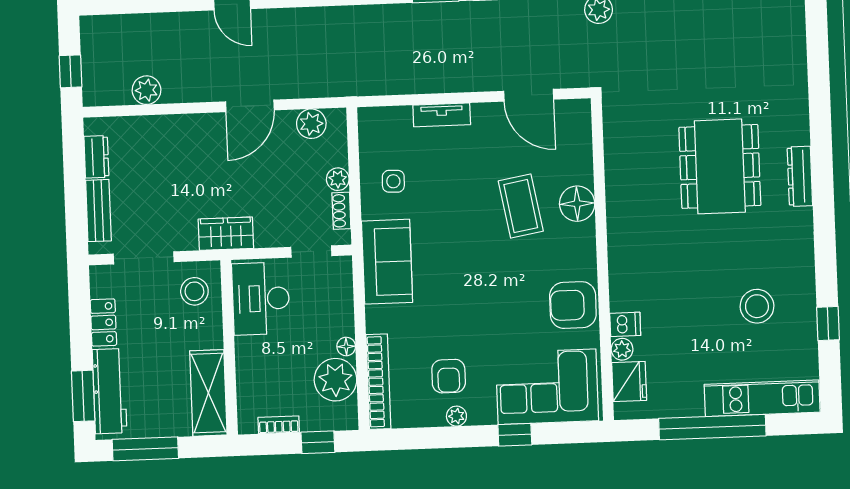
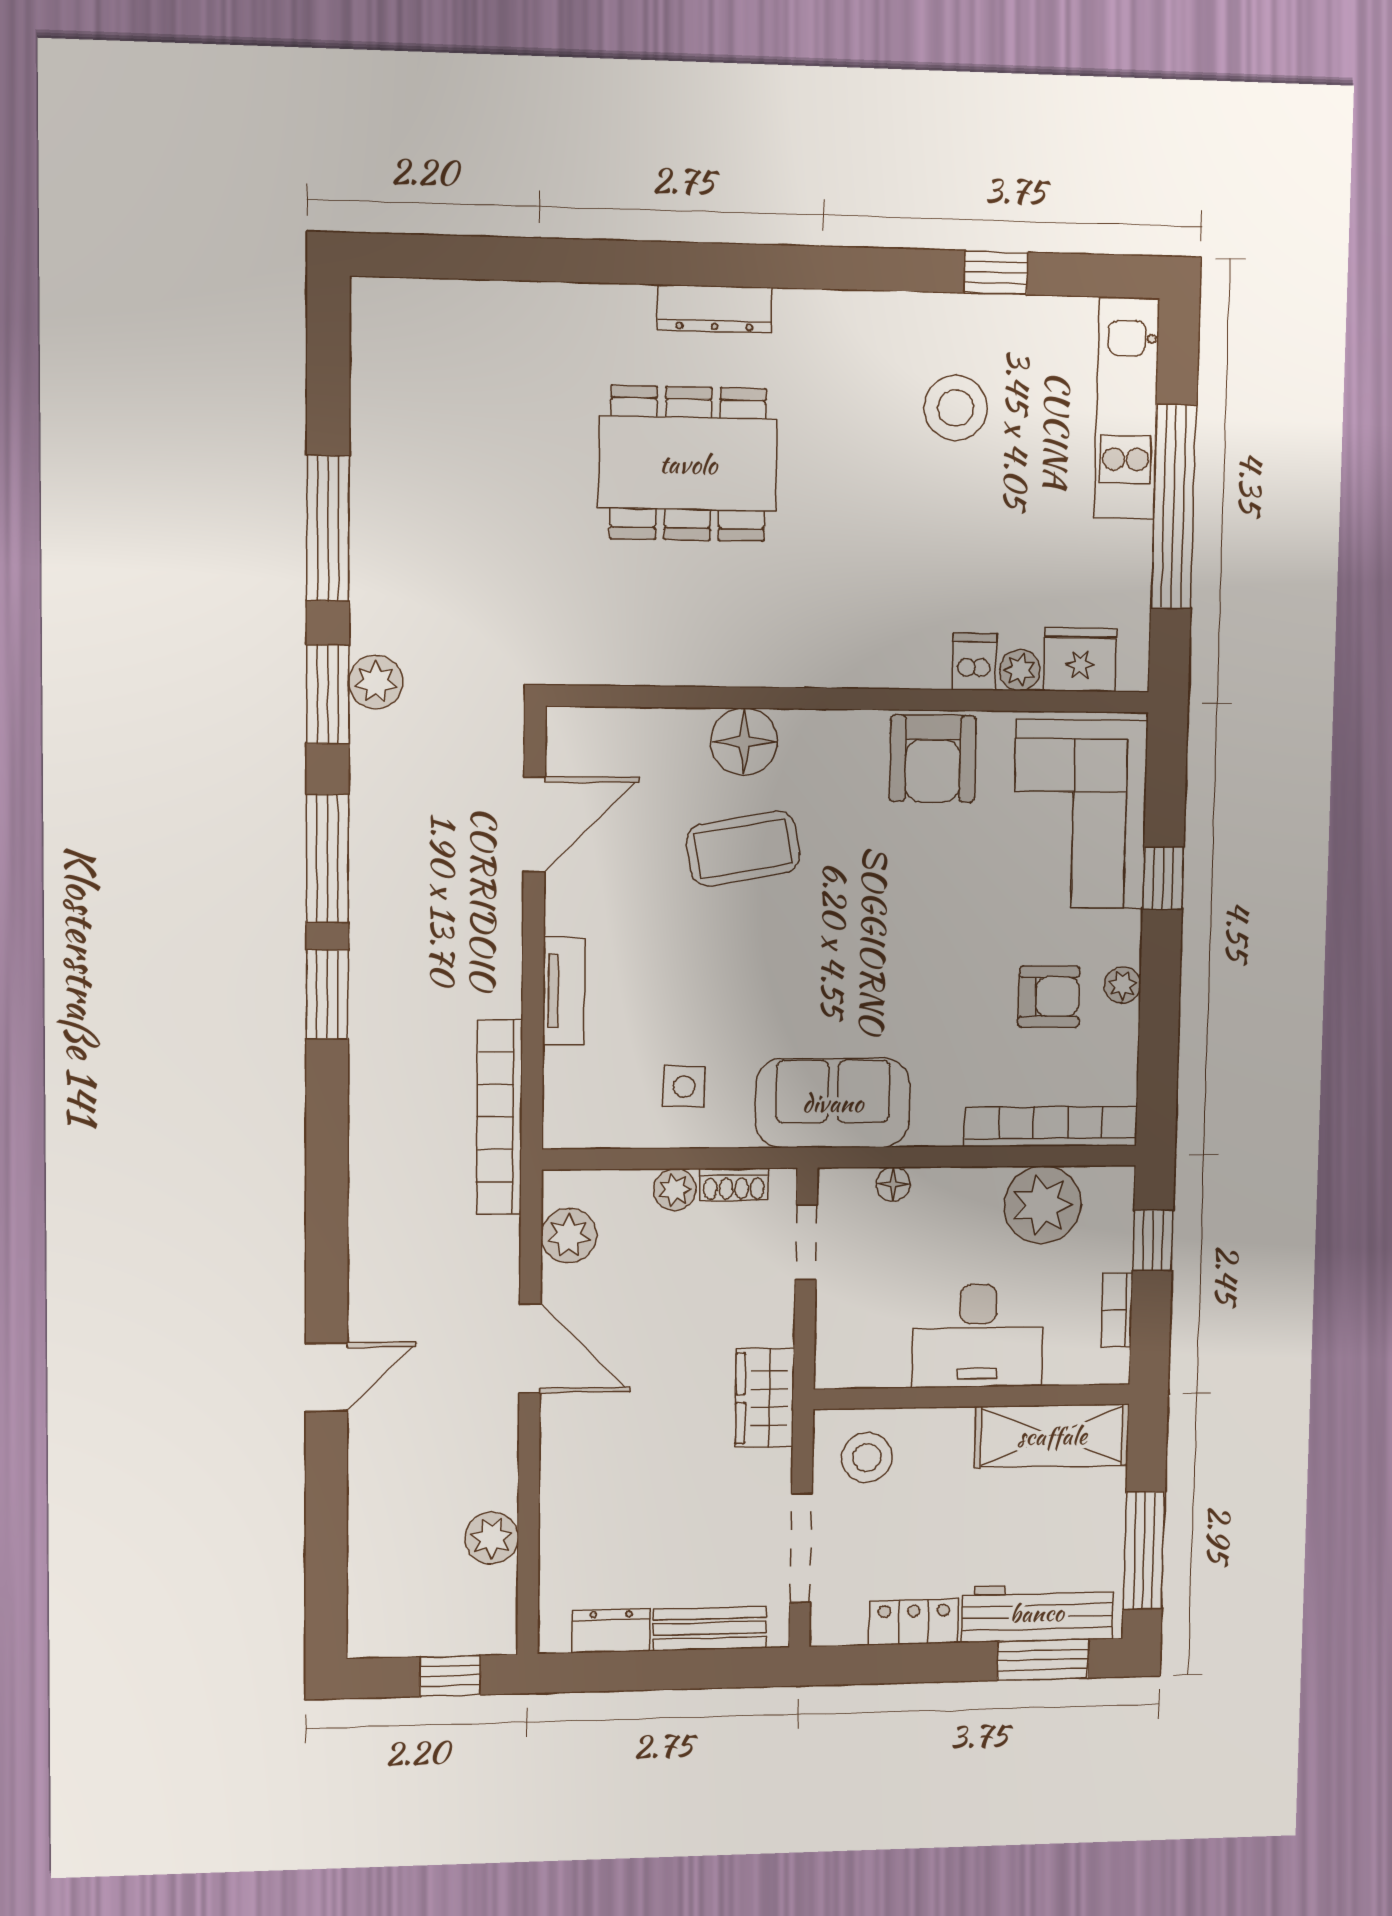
bookcase: (374, 84) -> (499, 1117), added
desk: (261, 299) -> (978, 1336), moved
floor lamp: (346, 346) -> (893, 1184), moved

